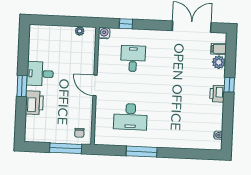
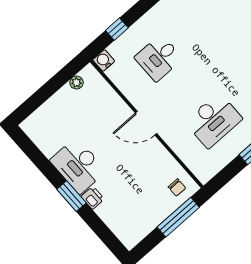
desk: (133, 58) -> (159, 58), turned -90
desk: (40, 74) -> (78, 166), width x1.37
printer: (34, 103) -> (93, 198), width x0.53, depth x0.68

